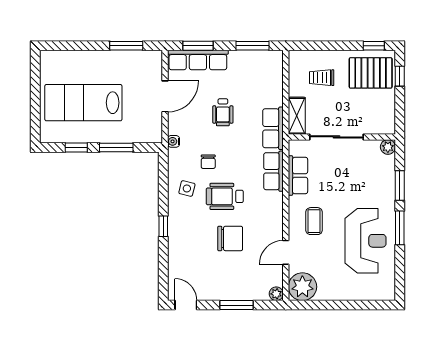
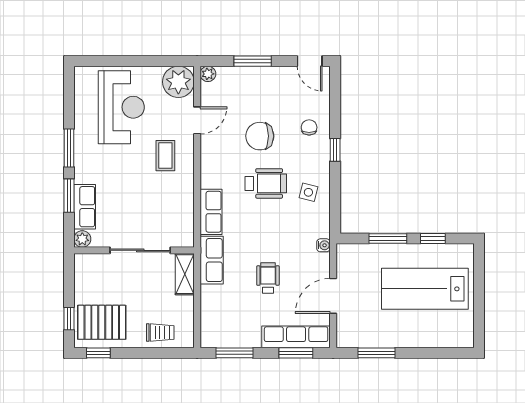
trolley: (322, 78) -> (160, 332), moved
lab bench: (83, 103) -> (425, 289), turned 180
chair: (208, 162) -> (309, 127), moved
row of seats: (298, 176) -> (85, 207), moved, turned 180
reception desk: (366, 241) -> (121, 107), moved, turned 180

